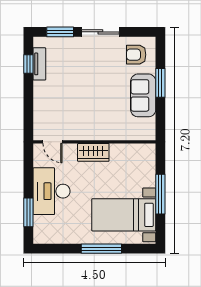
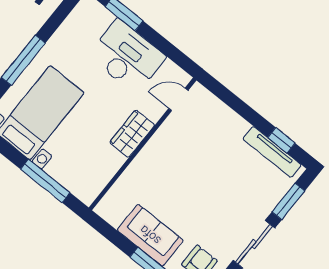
tv unit: (39, 64) -> (272, 152), width x1.41
window: (160, 194) -> (45, 181), moved

